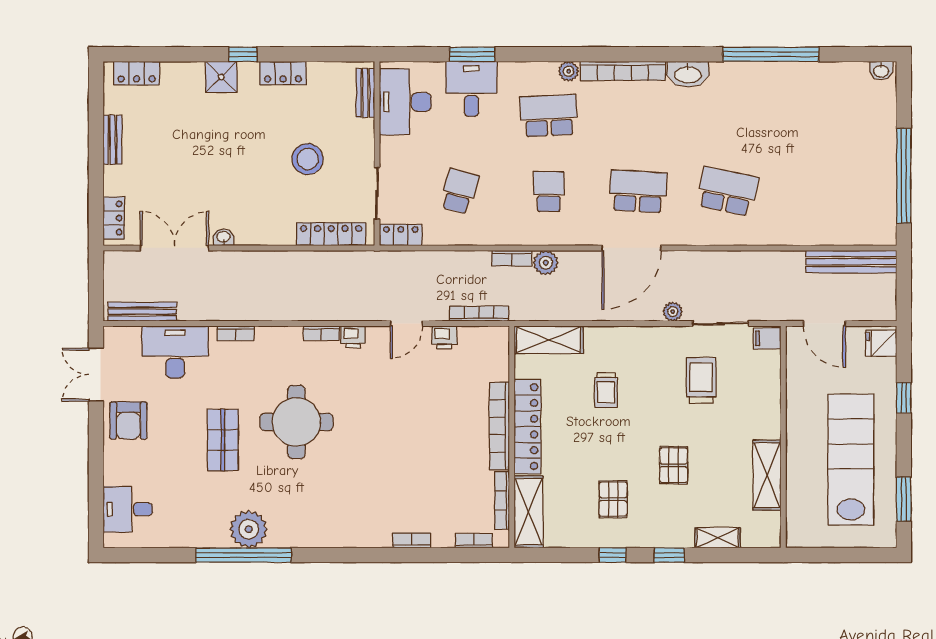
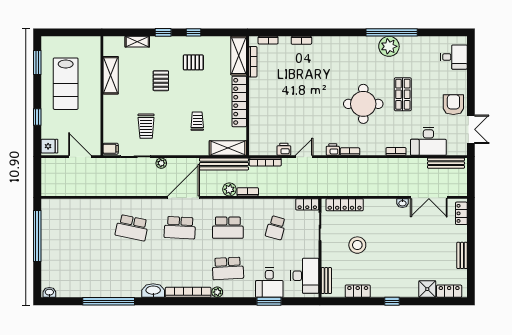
locker: (283, 73) -> (358, 291), moved
shower: (221, 77) -> (427, 289), moved
school desk: (549, 191) -> (228, 228), width x1.85
bench: (851, 262) -> (224, 164), moved
bookcase: (499, 426) -> (254, 102), removed
lab bench: (851, 460) -> (66, 84), width x0.73
pallet: (613, 499) -> (193, 62), turned 90

